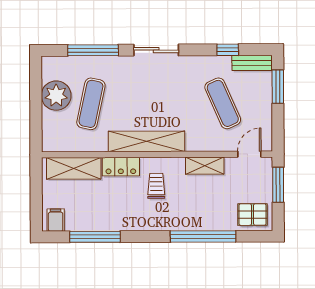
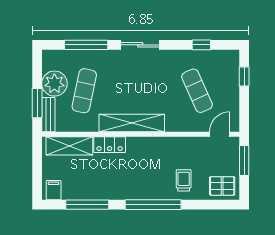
bench: (252, 63) -> (48, 115), moved, turned 90
window: (278, 87) -> (244, 76), width x0.67
window: (36, 119) -> (37, 103), added
shelving: (205, 166) -> (181, 144), removed
trolley: (156, 186) -> (184, 180), moved
window: (203, 236) -> (153, 205), moved

